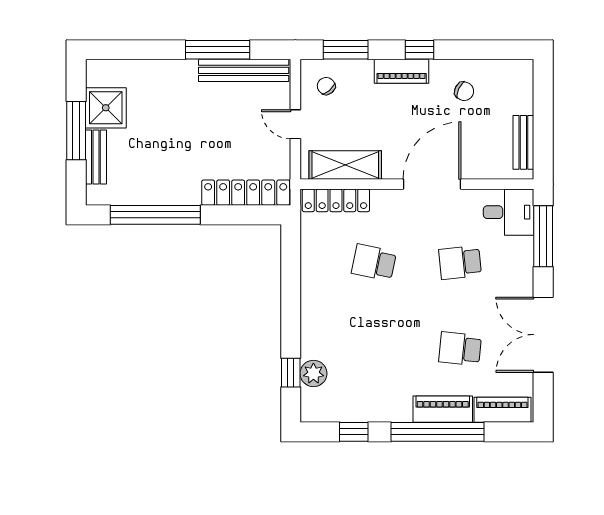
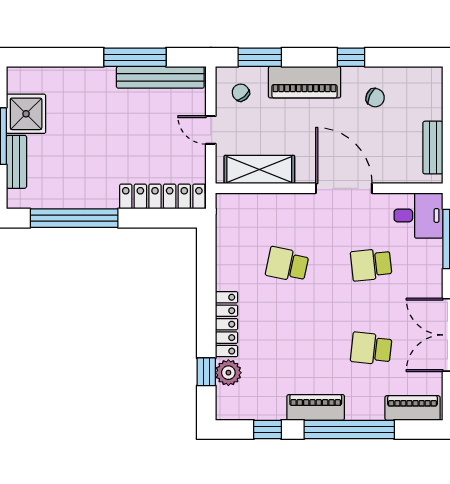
window: (419, 50) -> (351, 57), moved
piano: (402, 71) -> (304, 82), width x1.37, depth x1.33
door: (432, 184) -> (344, 188), hinge flipped
locker: (336, 200) -> (227, 324), moved, turned -90
piano: (443, 409) -> (316, 407), moved

